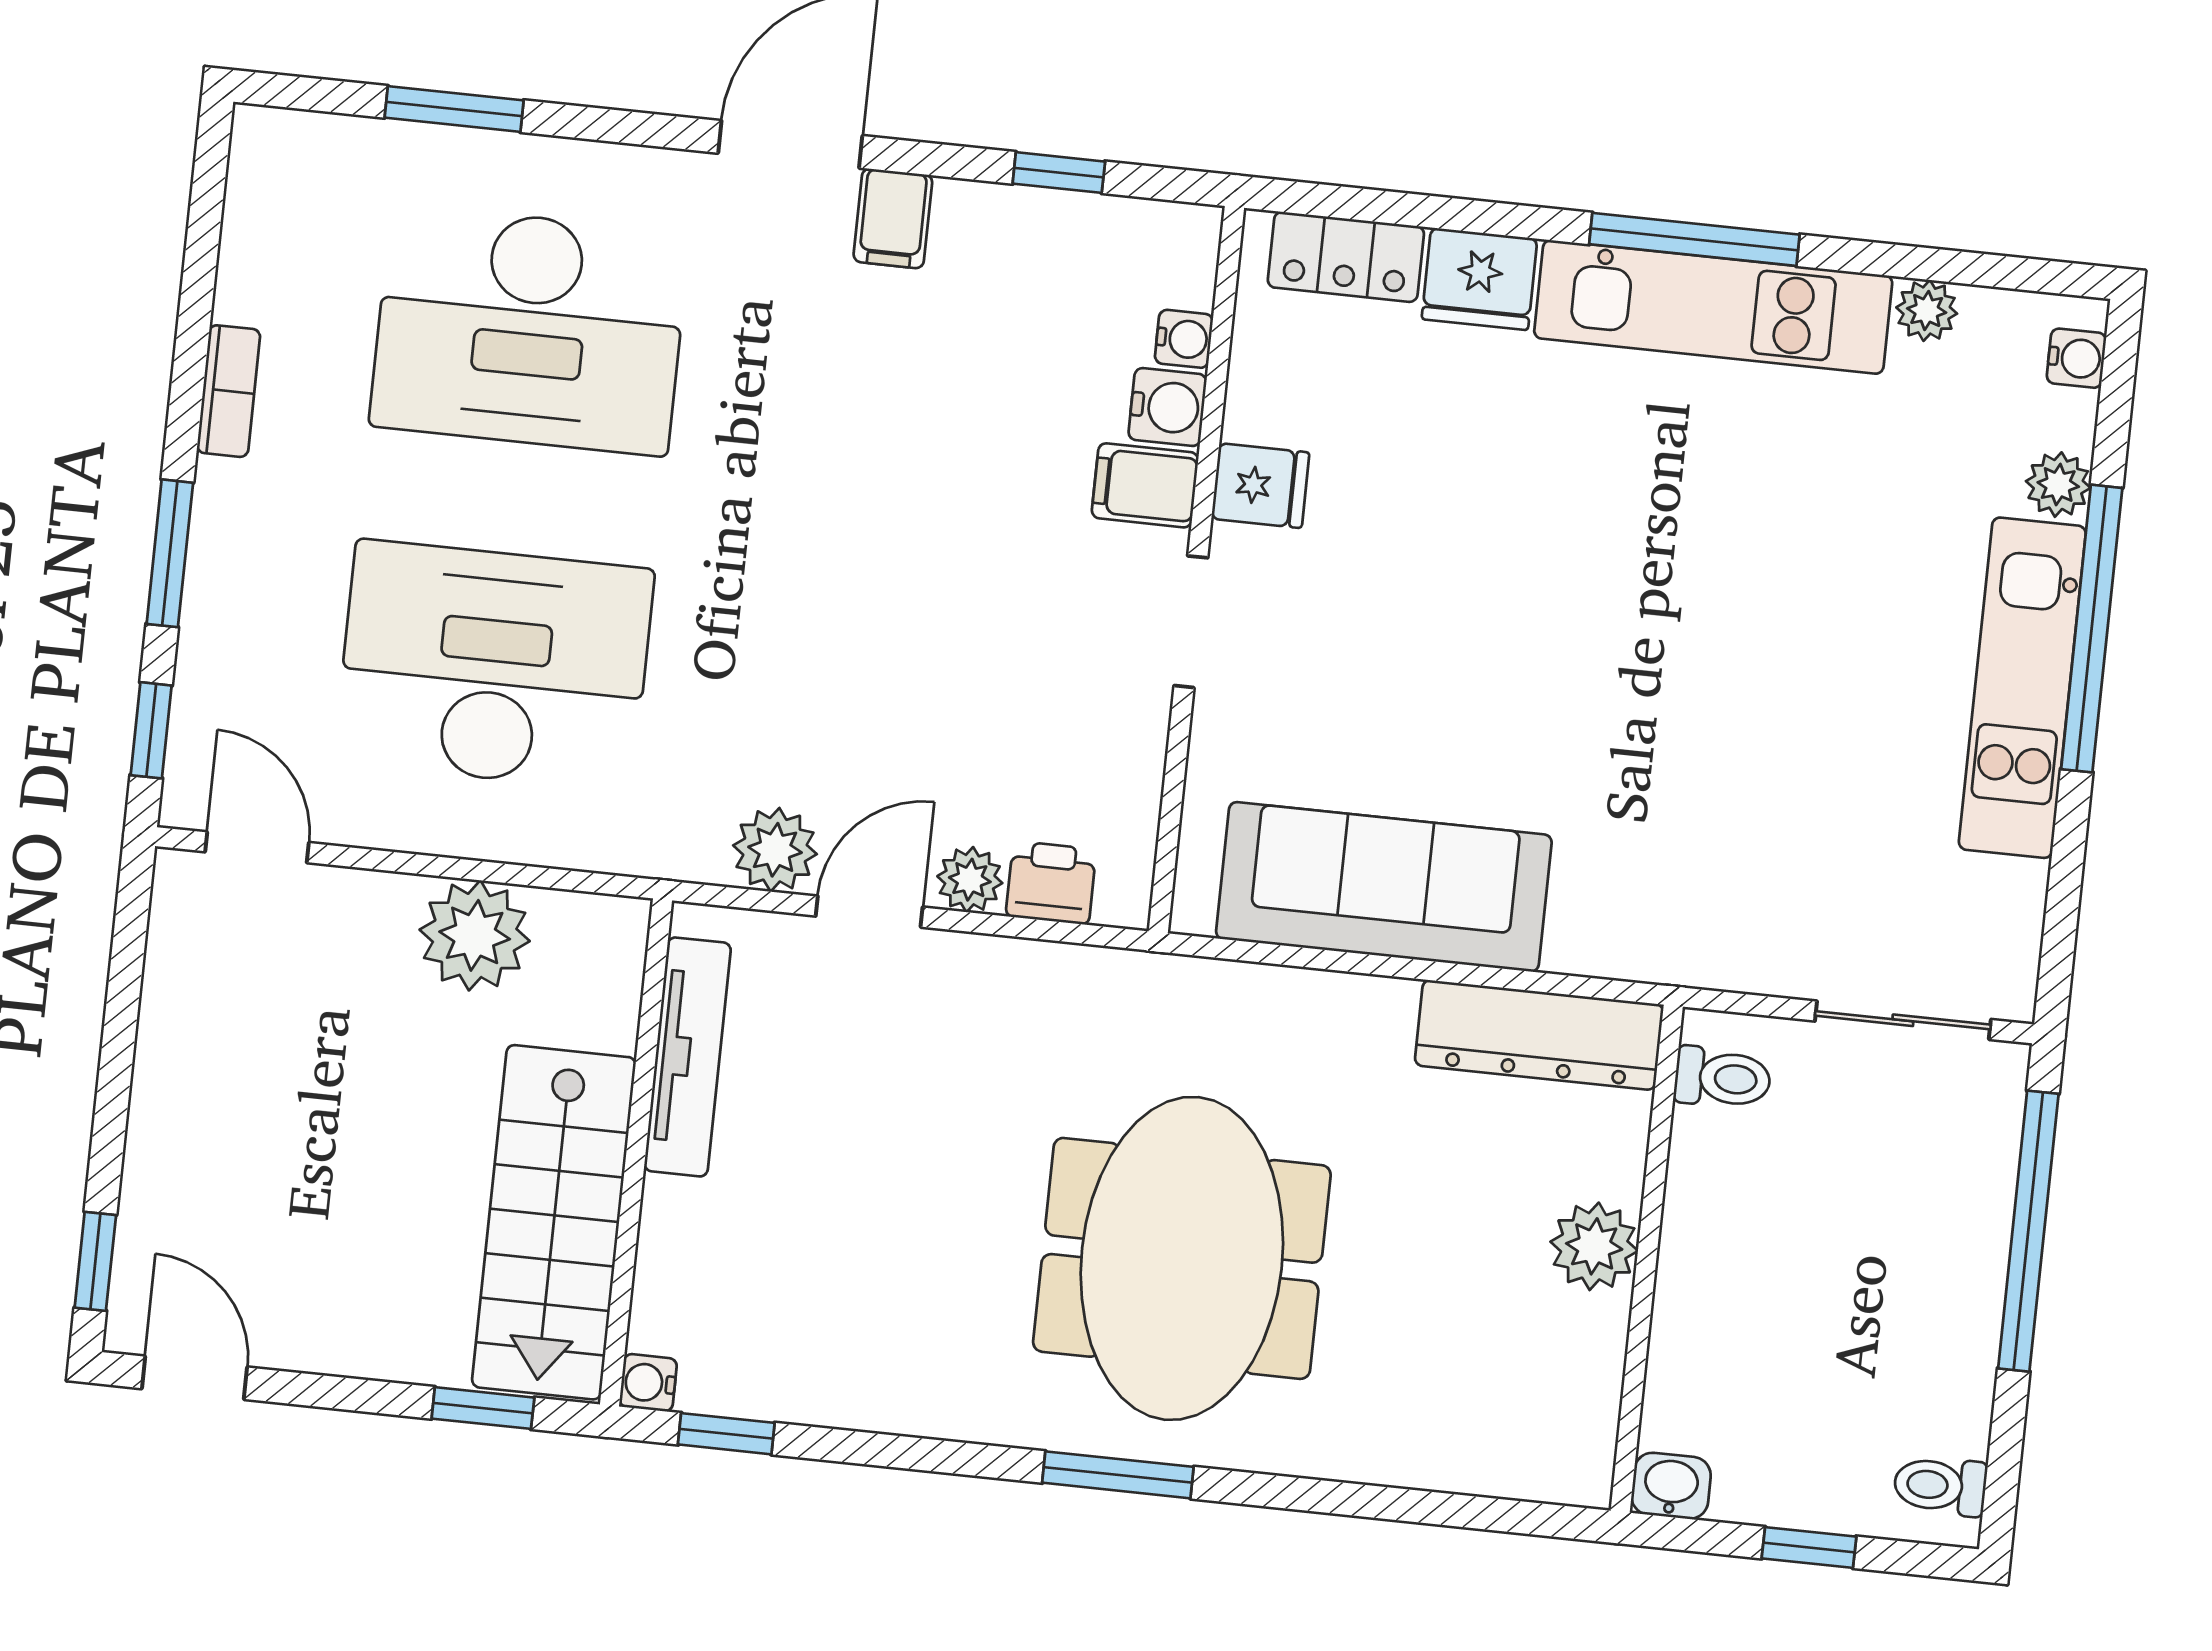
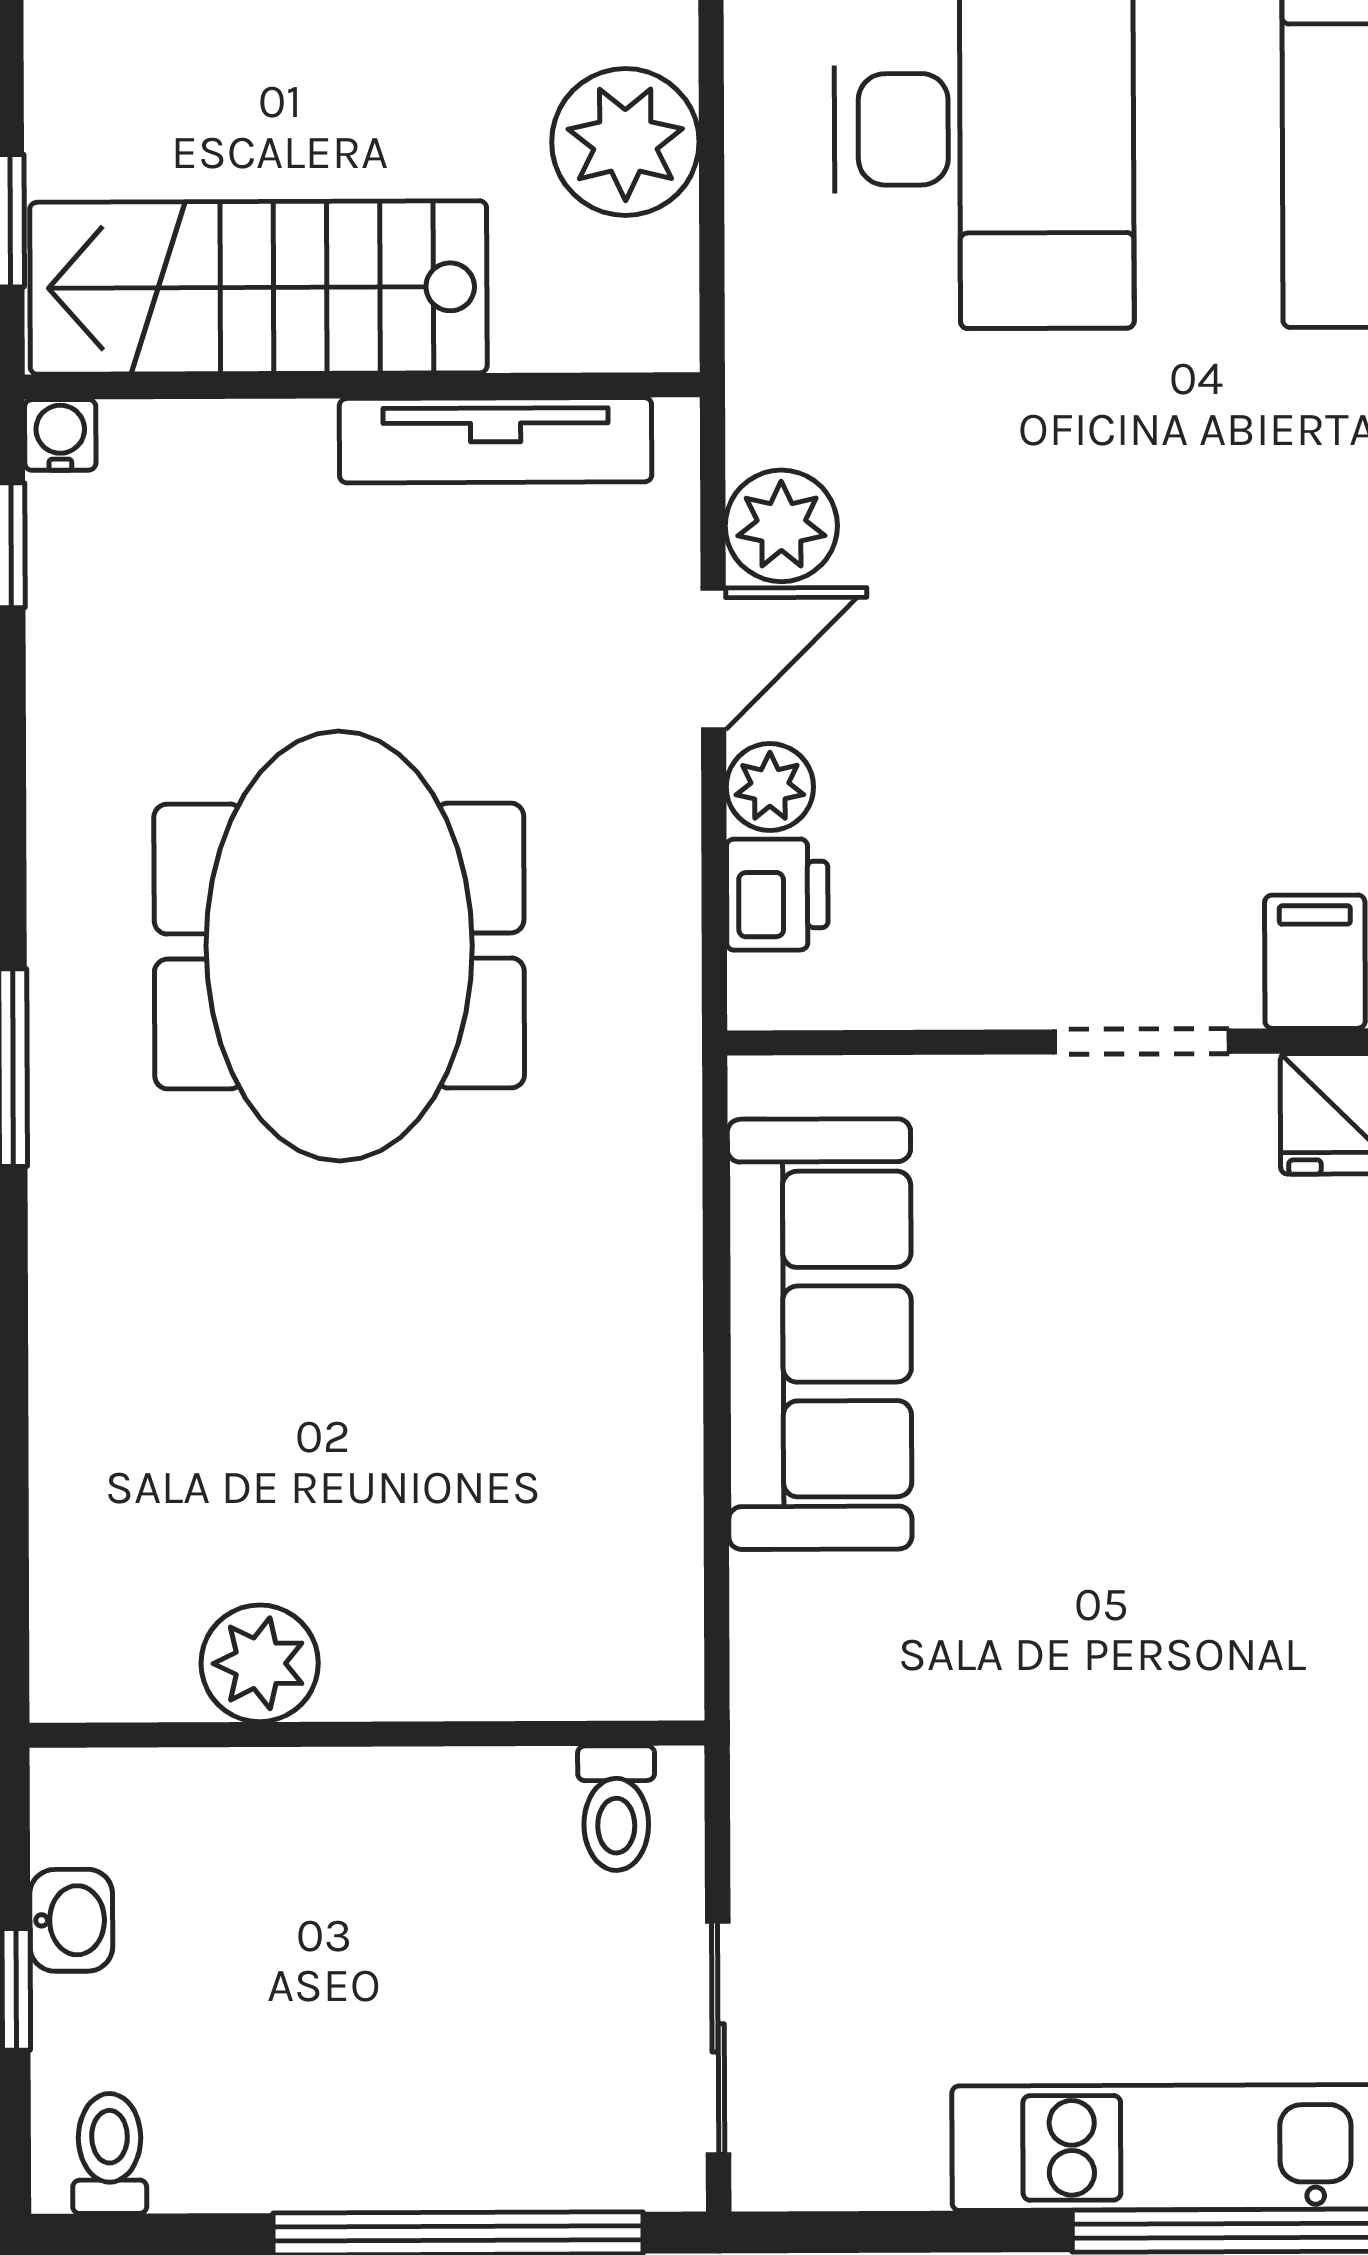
door: (869, 912) -> (713, 659), hinge flipped
dresser: (1539, 1035) -> (647, 1560), removed
plant: (1594, 1246) -> (260, 1663), moved
meeting table: (1182, 1258) -> (339, 946), moved, turned 90
washbasin: (1671, 1486) -> (71, 1920), moved

